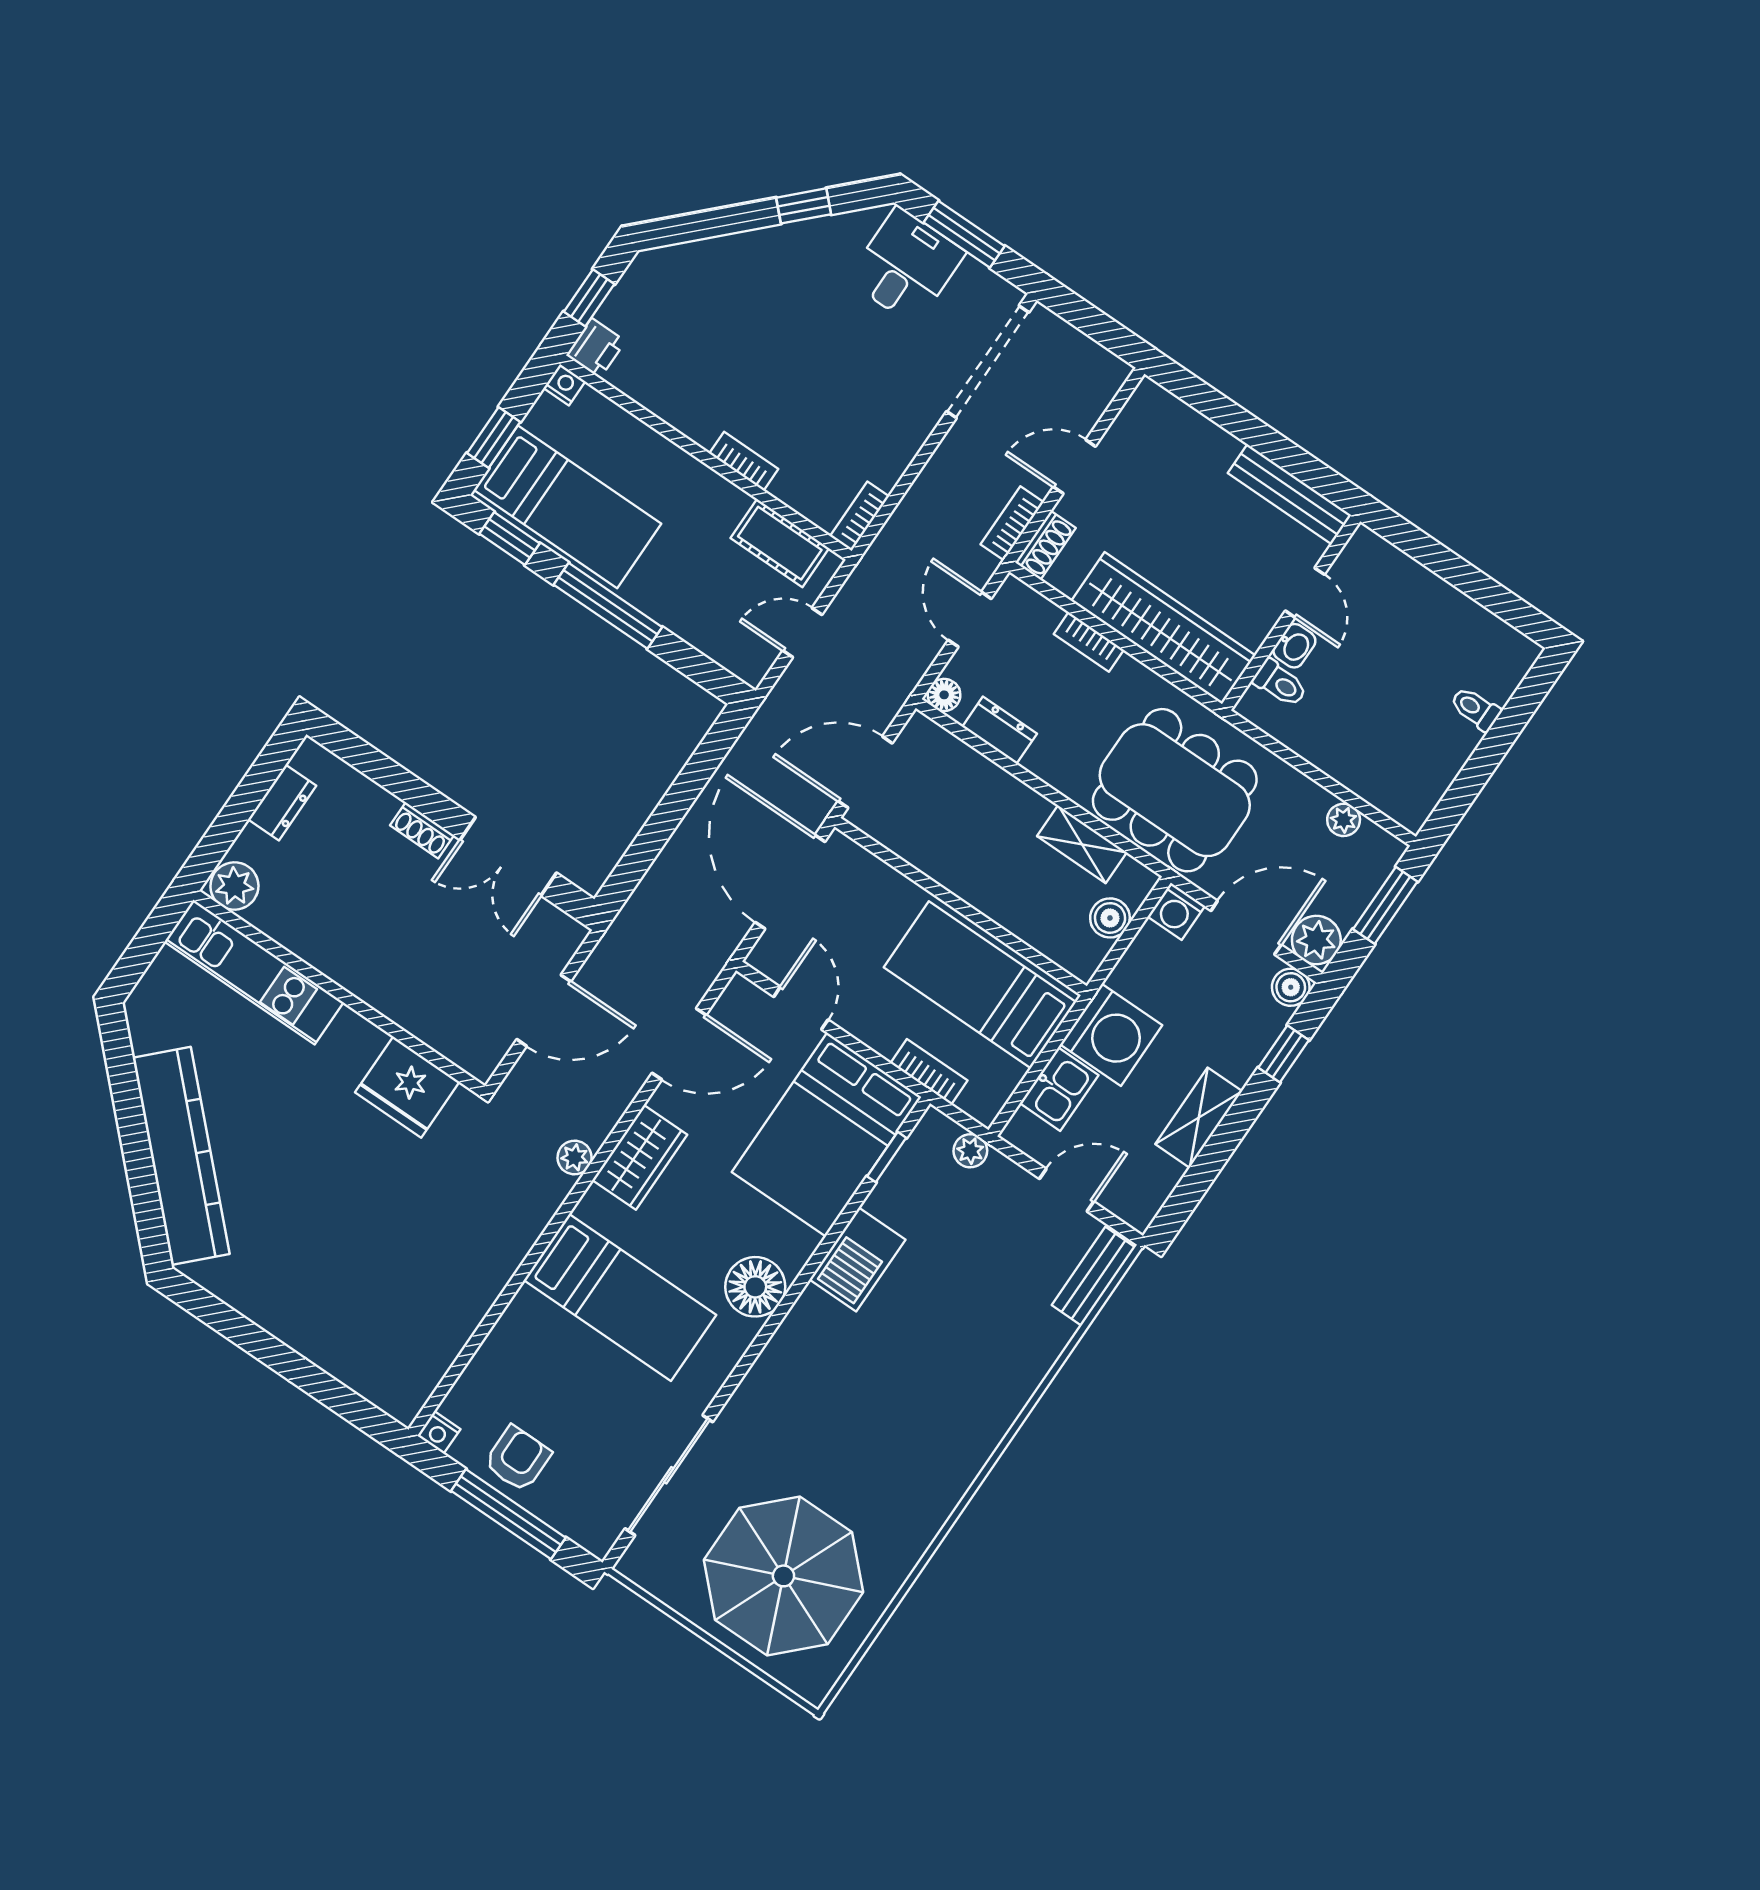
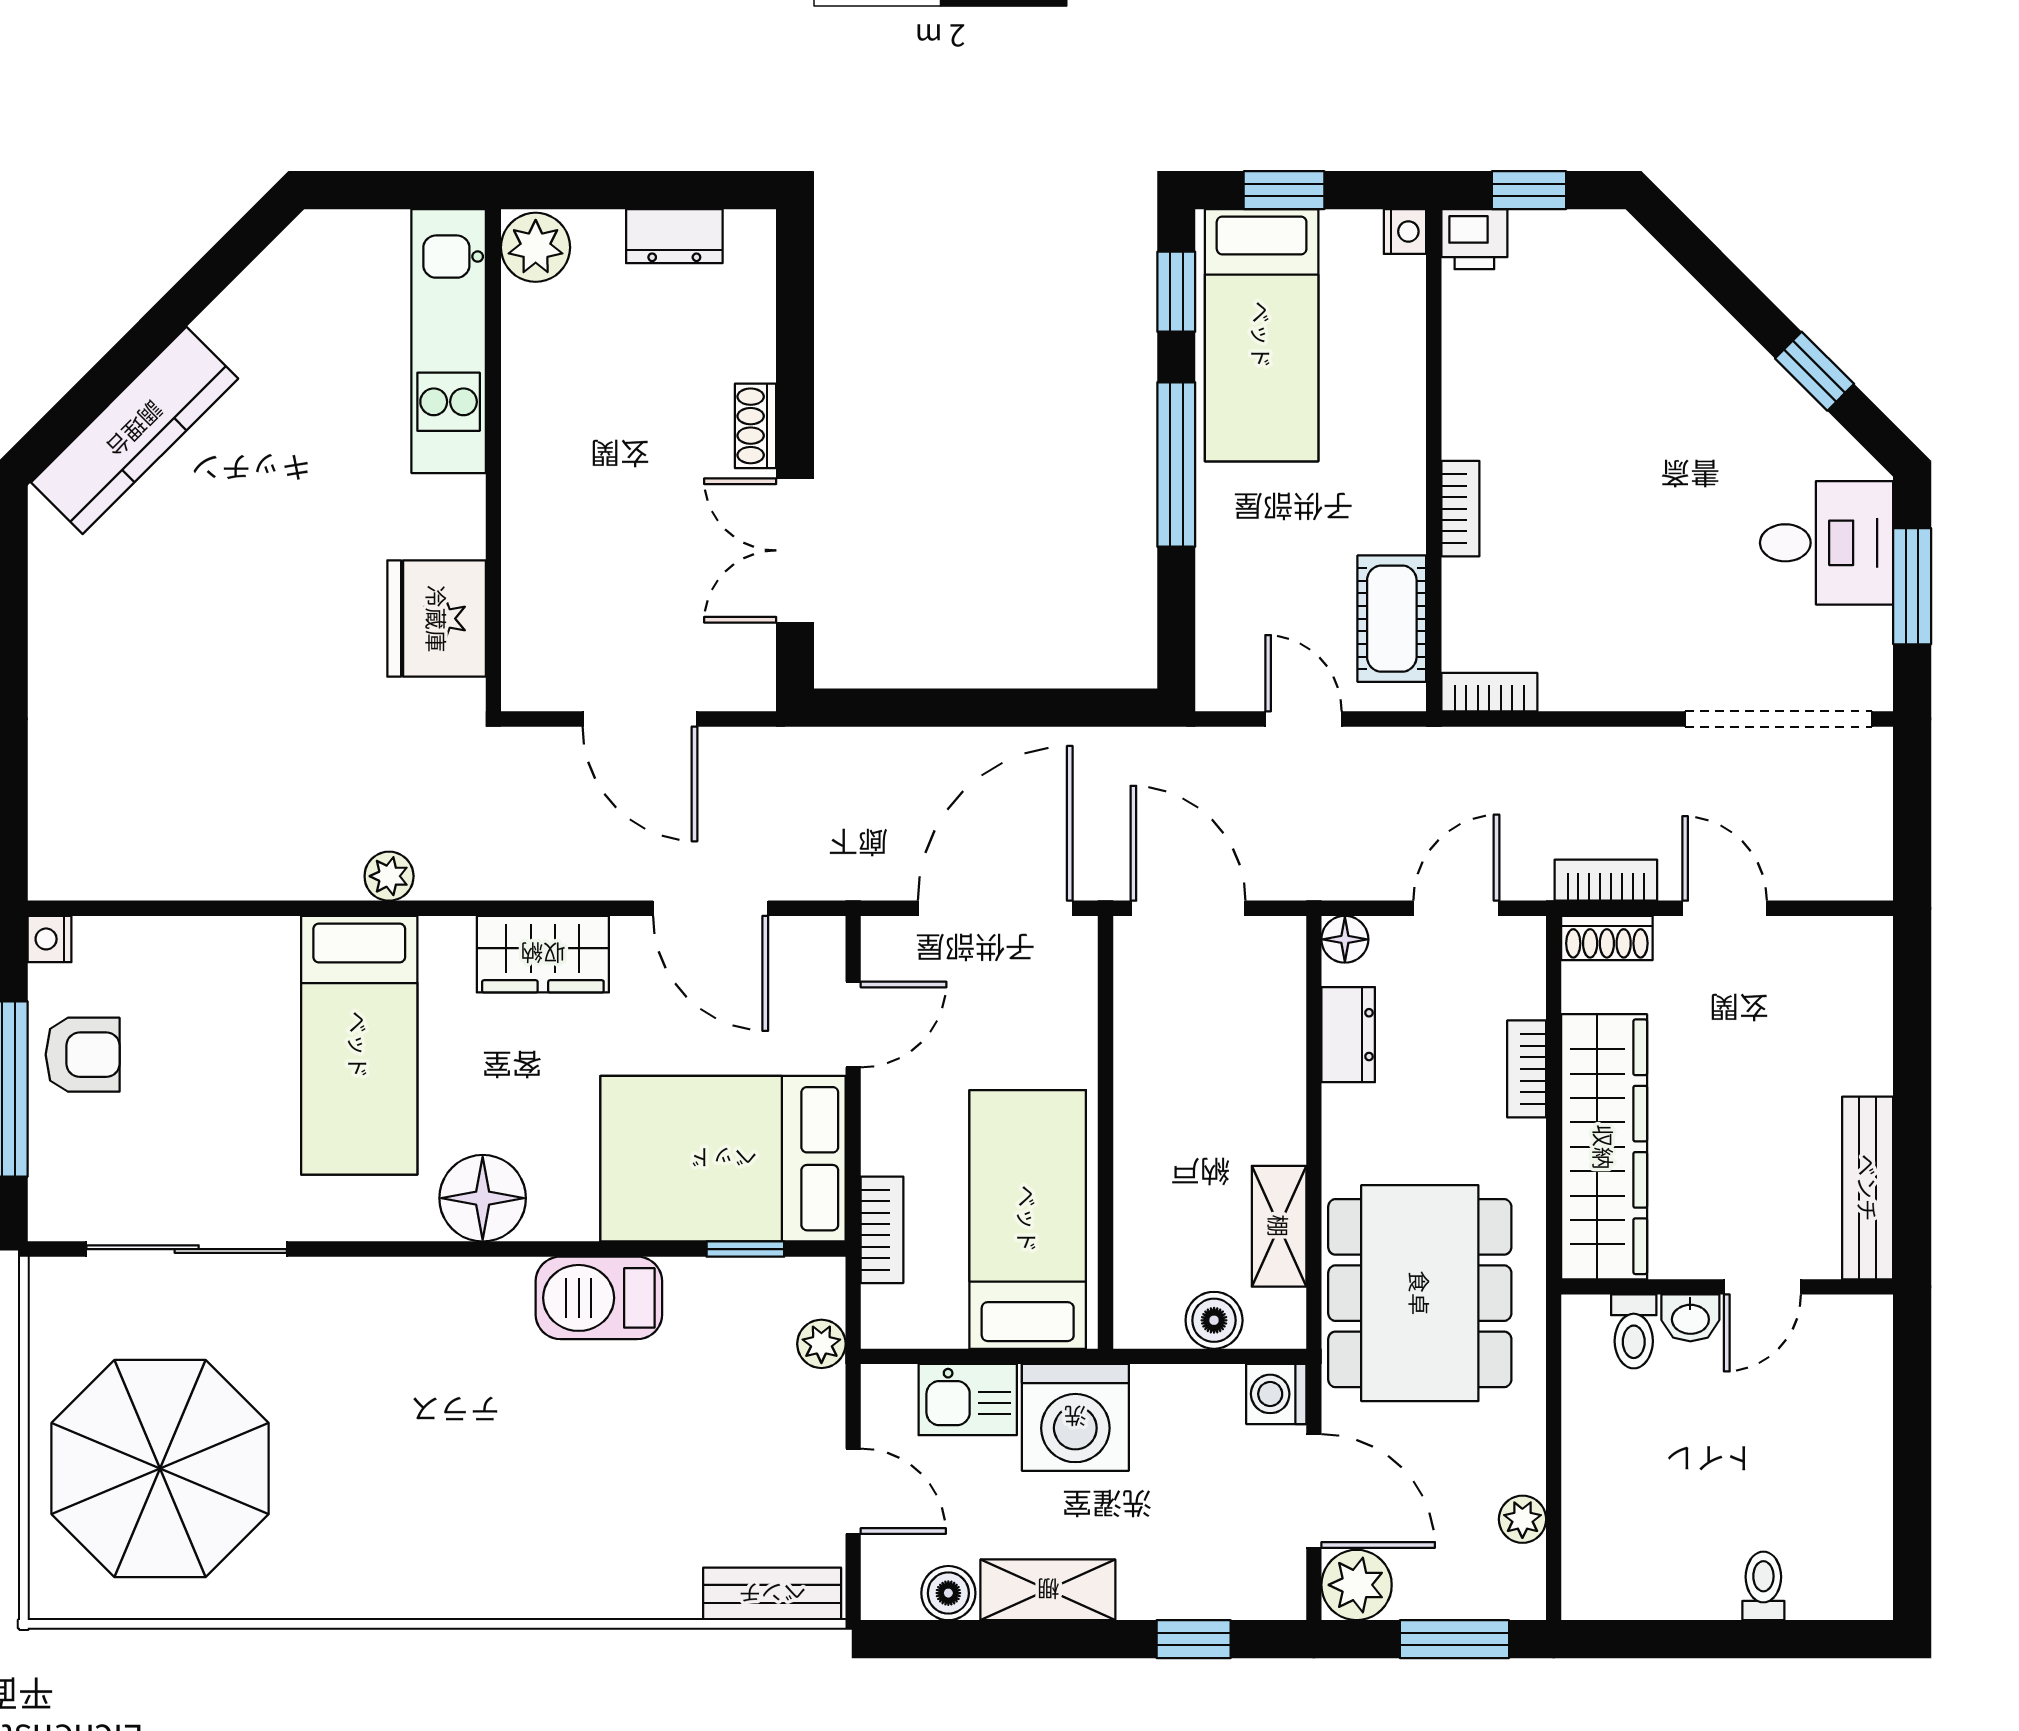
boiler: (1291, 987) -> (948, 1593), moved
kitchen counter: (181, 1156) -> (135, 430), width x0.72, depth x0.86
plant: (575, 1157) -> (389, 876), moved

